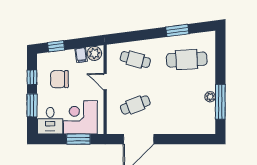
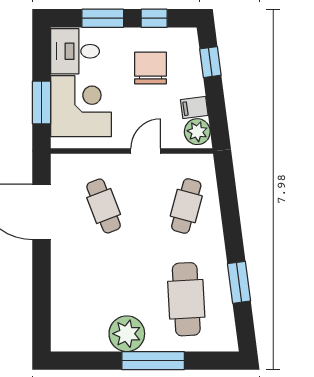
plant: (210, 97) -> (127, 334), width x1.87, depth x1.87
window: (220, 102) -> (153, 361), moved

